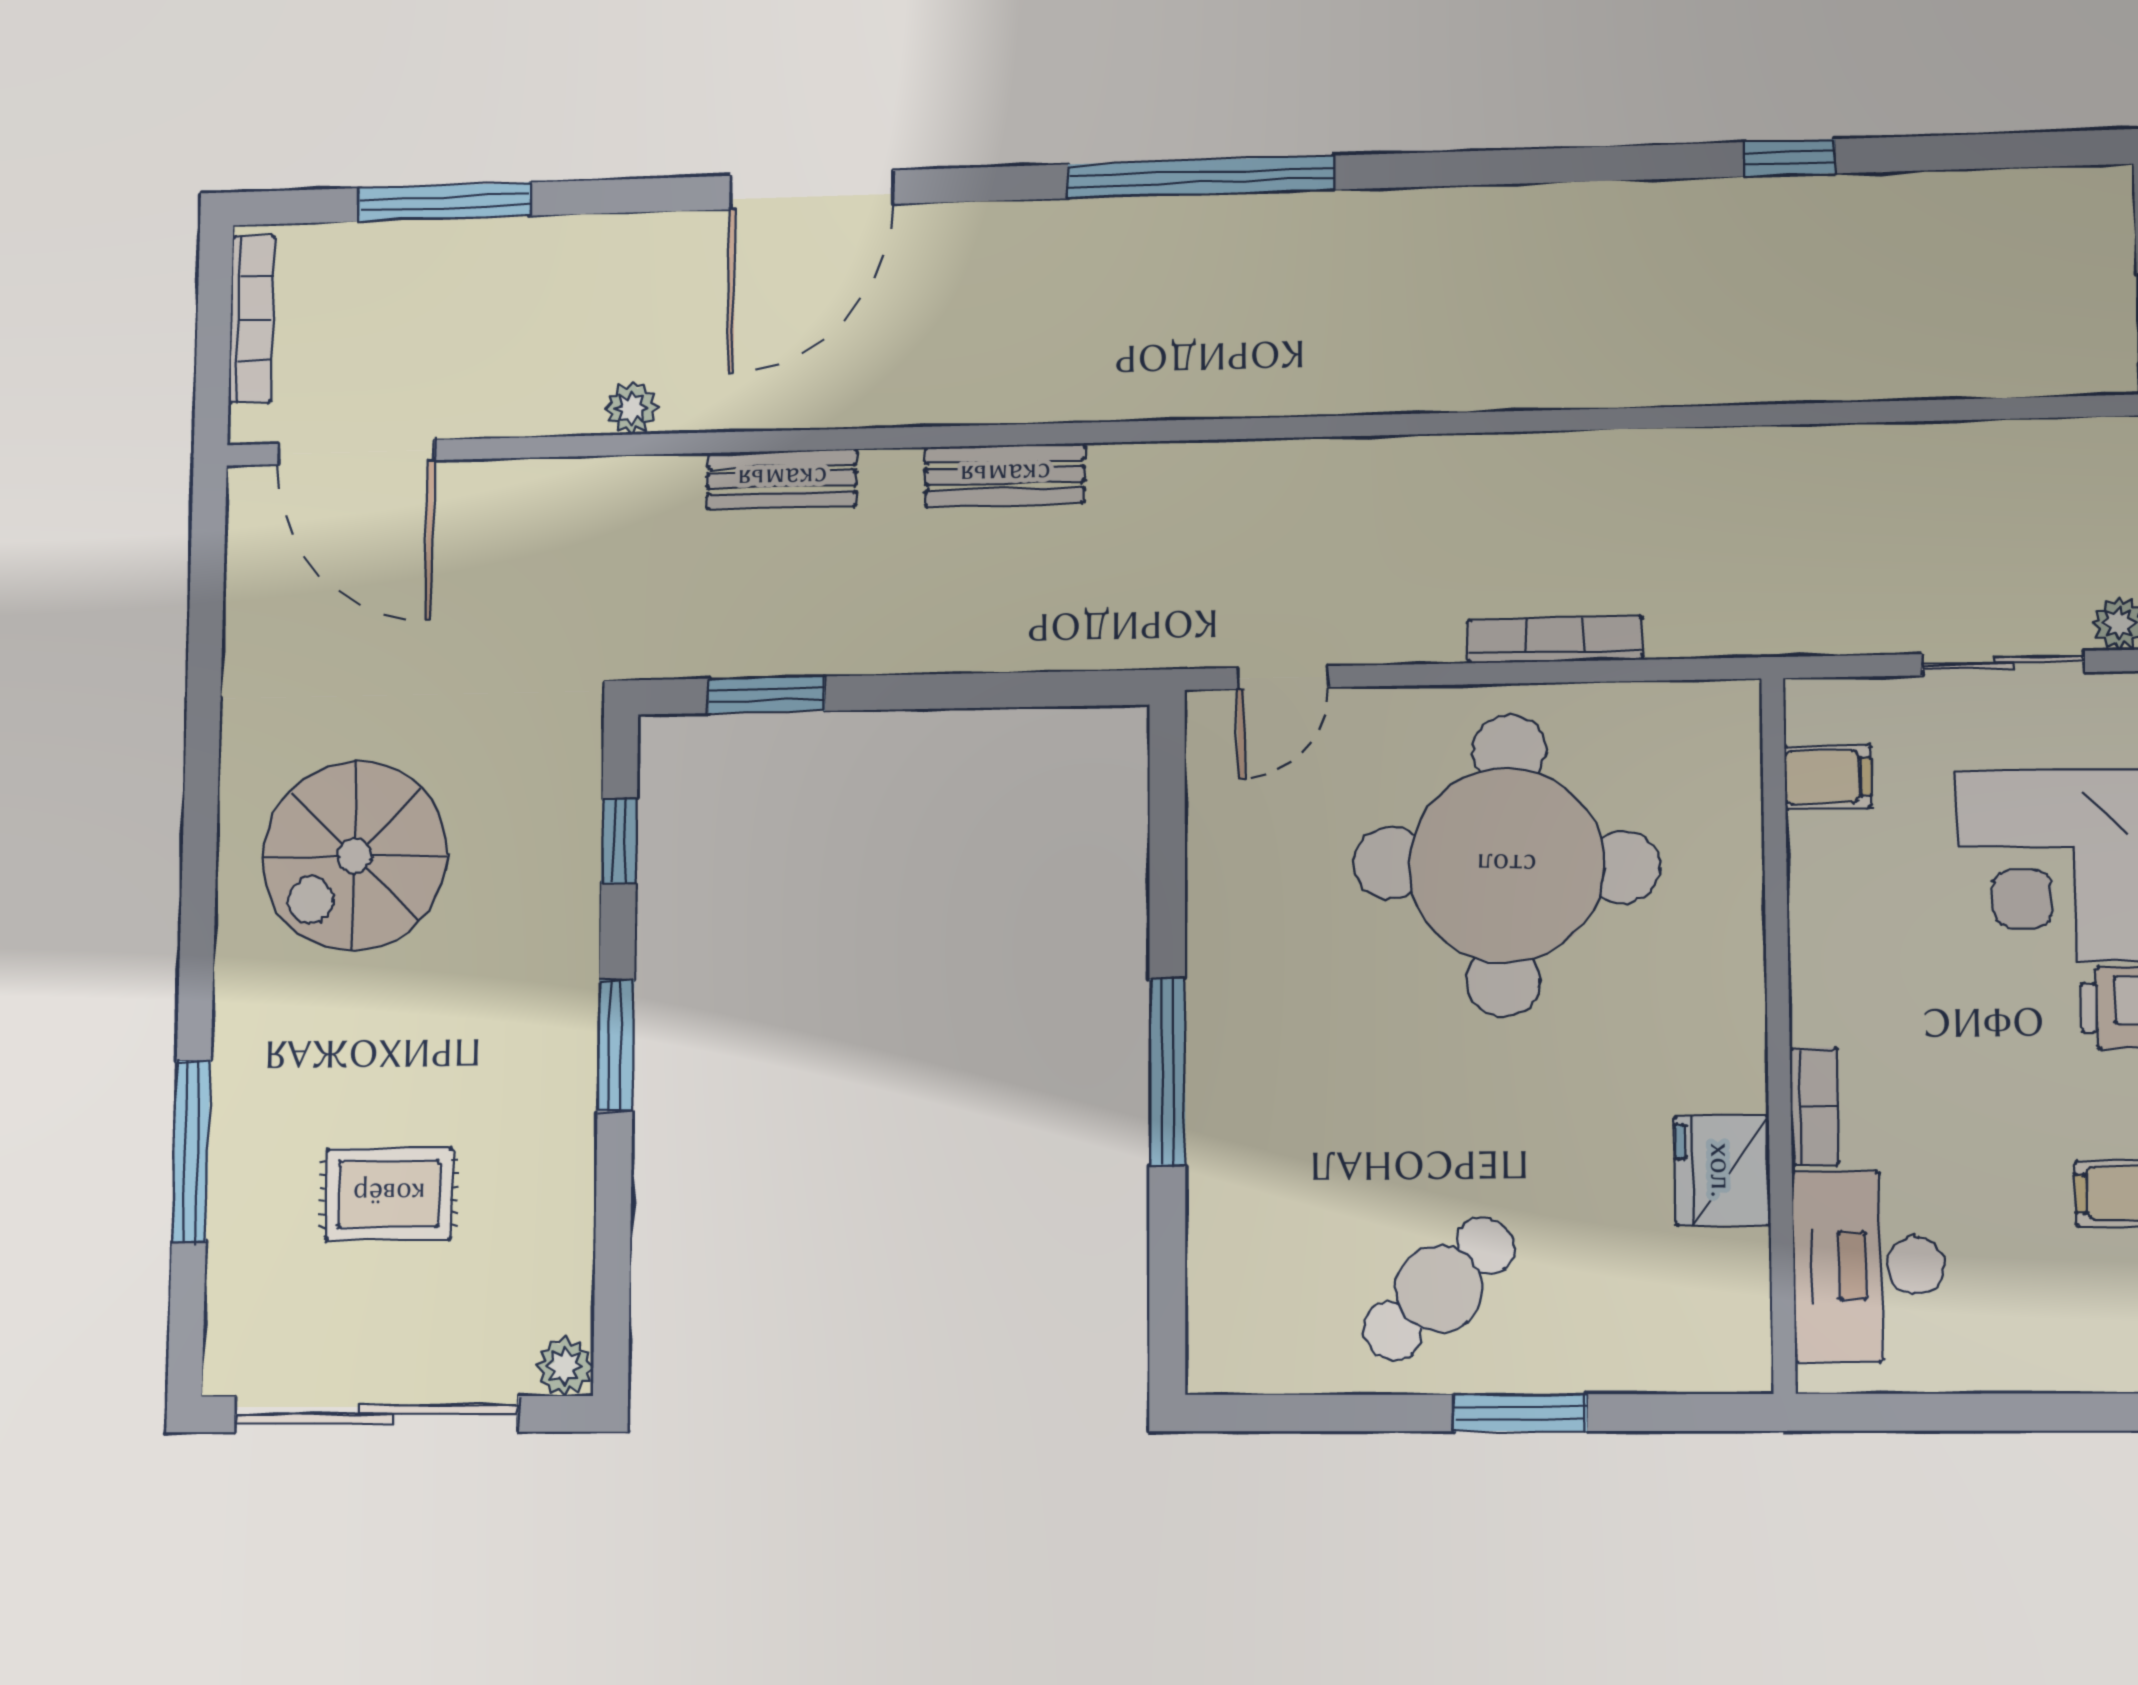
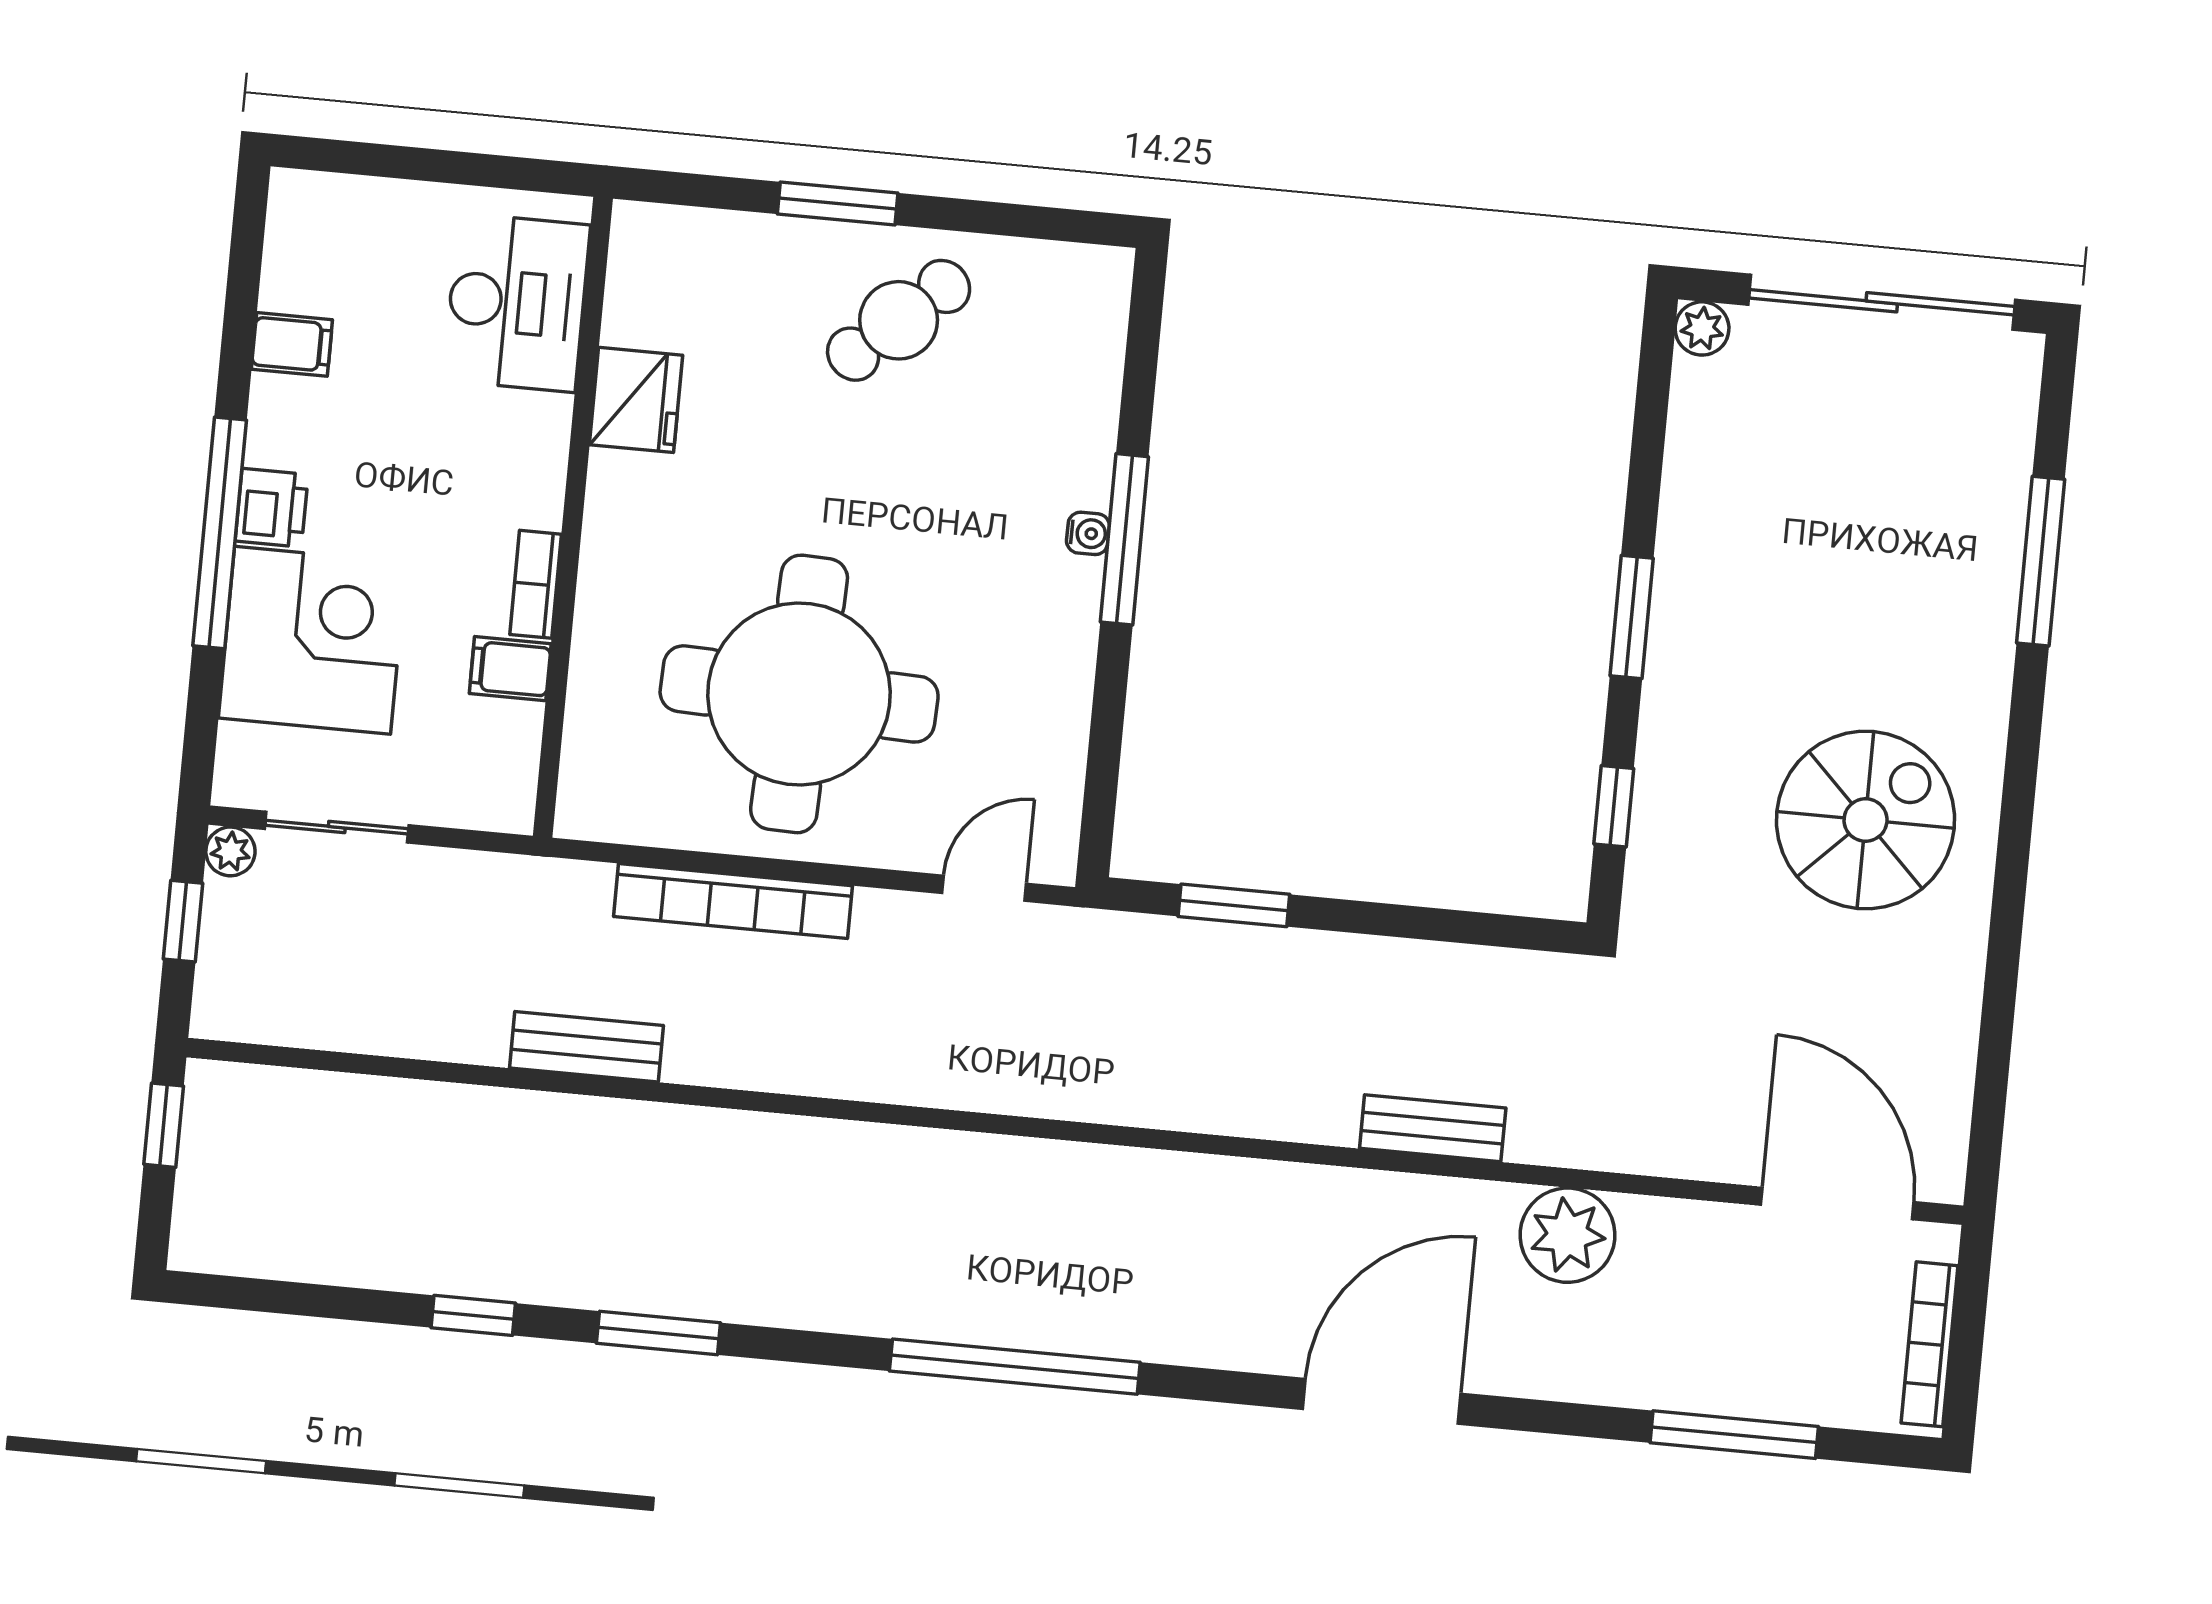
window: (1586, 164) -> (658, 1333), added
plant: (632, 408) -> (1568, 1235), width x1.87, depth x1.87
bench: (1005, 475) -> (587, 1047), moved
bookcase: (1555, 640) -> (733, 901), width x1.48, depth x1.31
window: (767, 695) -> (1234, 905), moved
filing cabinet: (1828, 777) -> (510, 669), moved
water cooler: (1207, 1074) -> (1088, 533), added
bookcase: (1814, 1106) -> (536, 584), moved
rug: (389, 1194) -> (1856, 502), removed

